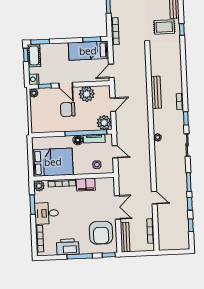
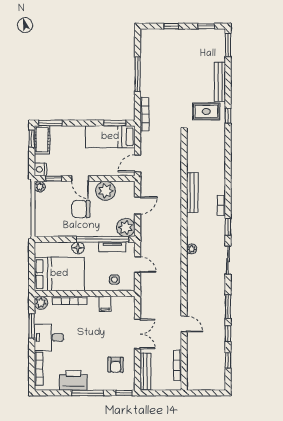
floor lamp: (78, 140) -> (78, 248), moved
filing cabinet: (86, 185) -> (105, 304), width x0.50
armchair: (101, 233) -> (116, 365), width x0.53, depth x0.53

